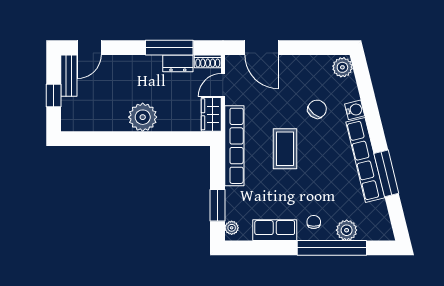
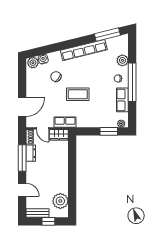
door: (89, 48) -> (22, 190), moved
water cooler: (355, 110) -> (43, 59), moved
plant: (143, 117) -> (60, 201), moved
row of seats: (234, 146) -> (65, 122), width x0.50
window: (386, 173) -> (107, 35), moved
window: (332, 248) -> (132, 82), moved

